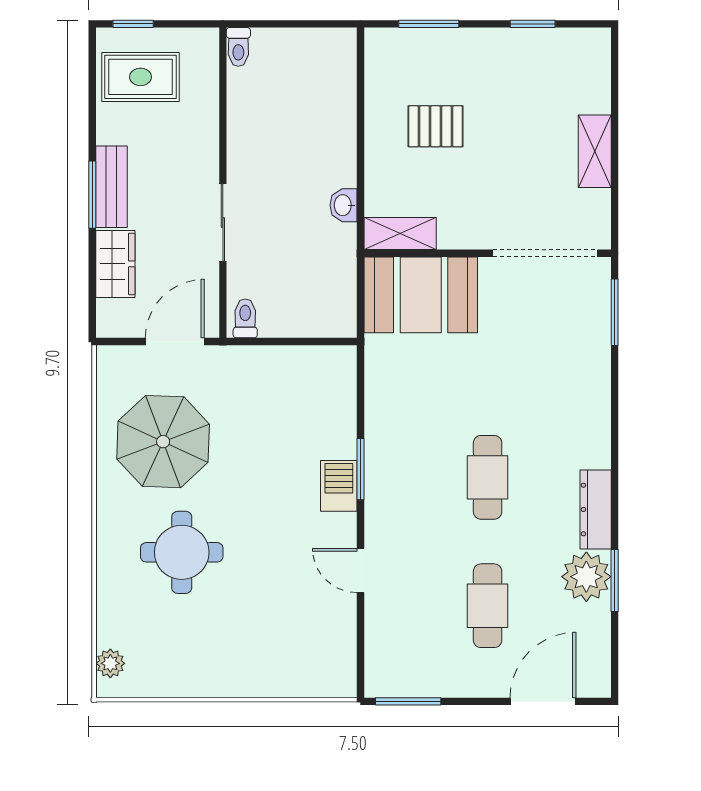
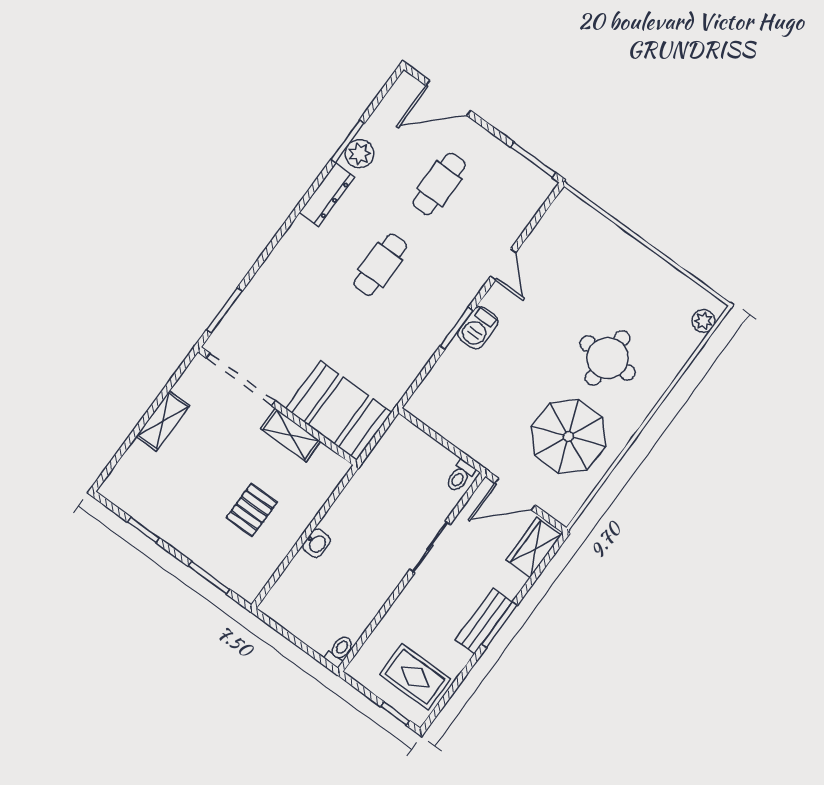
pallet: (436, 126) -> (252, 510), turned 90
washbasin: (344, 205) -> (316, 543), moved
shelving: (400, 234) -> (291, 435), moved
wardrobe: (115, 264) -> (534, 547), moved
plant: (586, 577) -> (360, 154), width x0.73, depth x0.73

